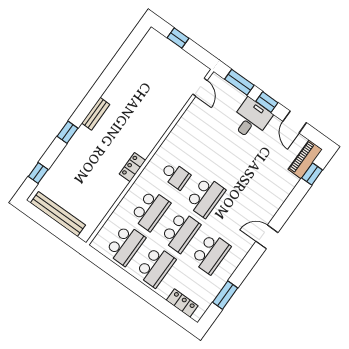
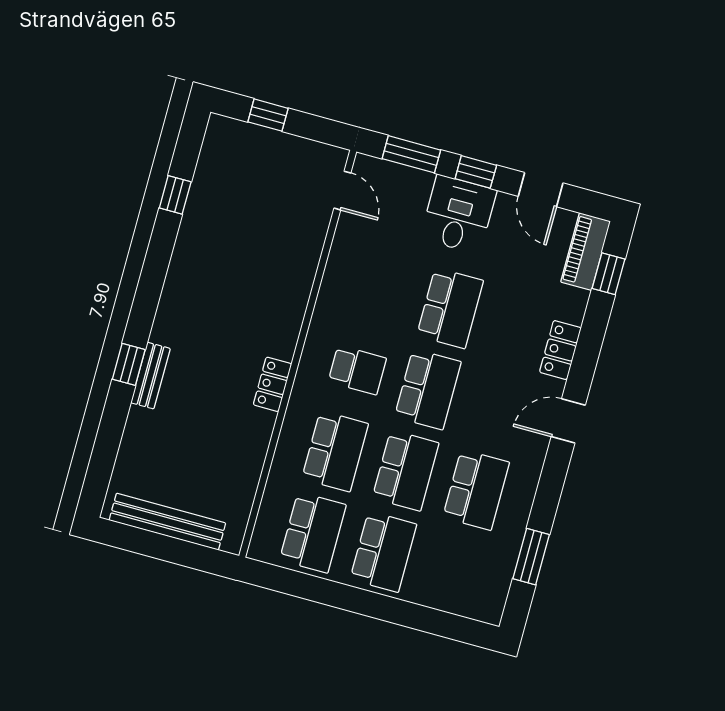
bench: (96, 114) -> (150, 376), moved
school desk: (230, 162) -> (450, 308), added
window: (38, 173) -> (175, 195), moved
locker: (182, 303) -> (560, 350), moved, turned -90

